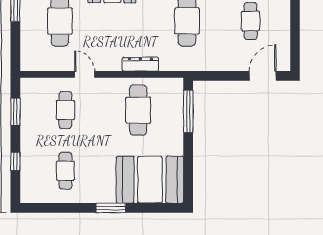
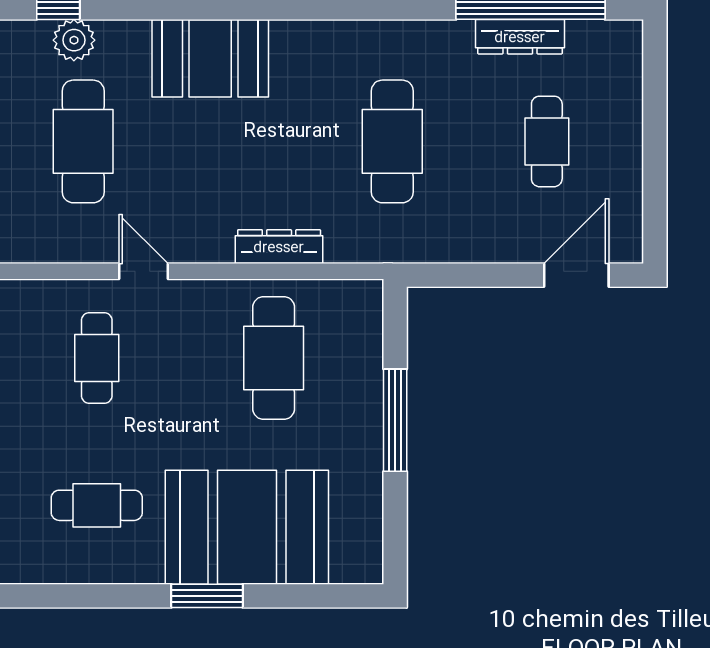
window: (188, 111) -> (395, 420), moved
cafe table: (65, 171) -> (97, 505), turned 90
booth: (150, 180) -> (247, 527), moved

